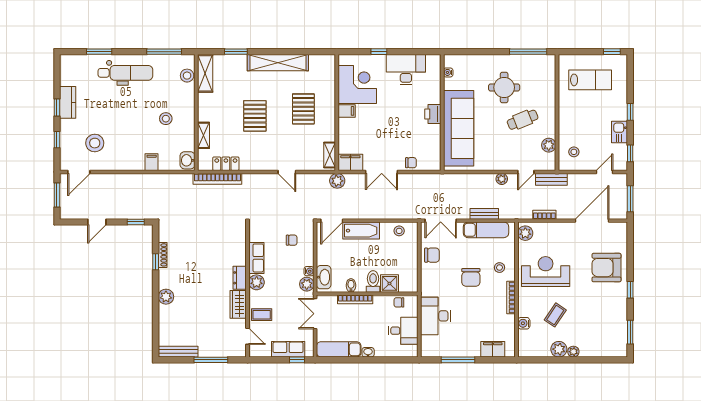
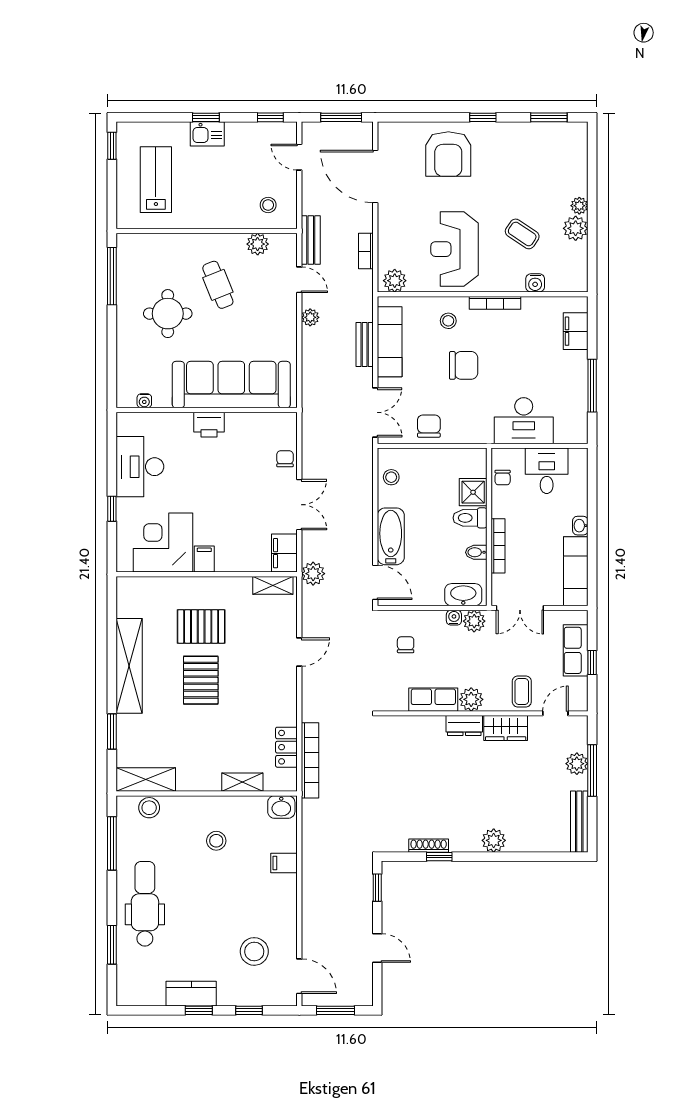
pallet: (255, 116) -> (201, 680), moved, turned 90
kitchen sink: (620, 132) -> (207, 134), moved
plant: (215, 350) -> (577, 764), added
window: (297, 360) -> (592, 662), moved

